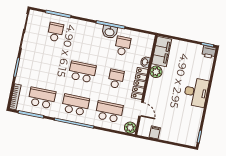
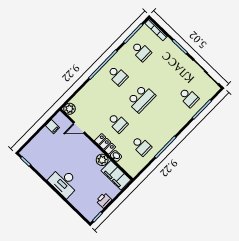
washbasin: (110, 32) -> (160, 143), removed
printer: (209, 52) -> (104, 200), moved
locker: (140, 83) -> (105, 144), width x0.66
school desk: (42, 98) -> (141, 51), width x0.54
school desk: (75, 105) -> (117, 75), width x0.54
school desk: (109, 112) -> (94, 100), removed

